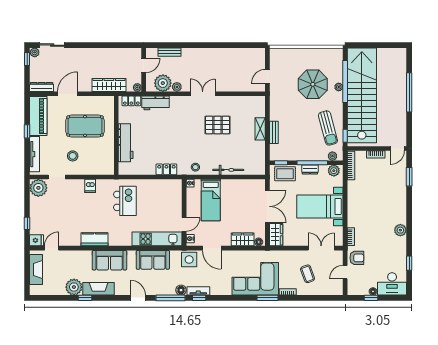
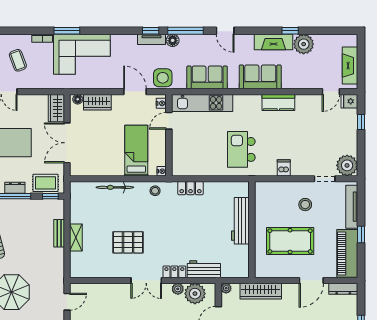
locker: (131, 101) -> (174, 272), moved

